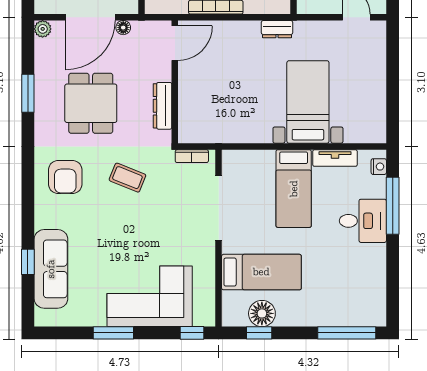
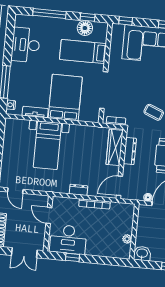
dresser: (277, 29) -> (78, 190), moved
wardrobe: (190, 109) -> (115, 147), added
bed: (294, 189) -> (65, 97), width x1.50
desk: (363, 221) -> (26, 45), moved, width x1.37
window: (347, 333) -> (49, 13), moved

